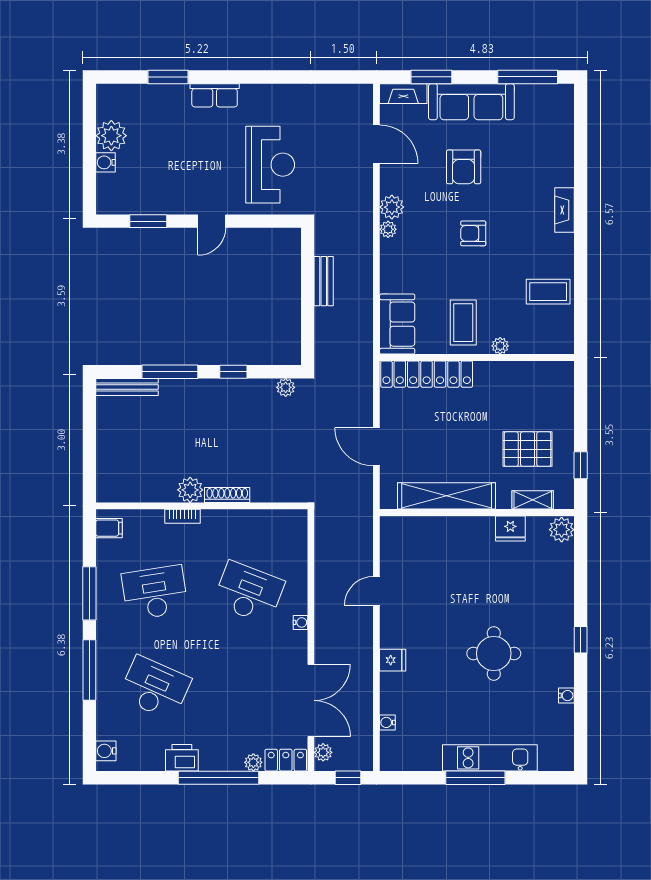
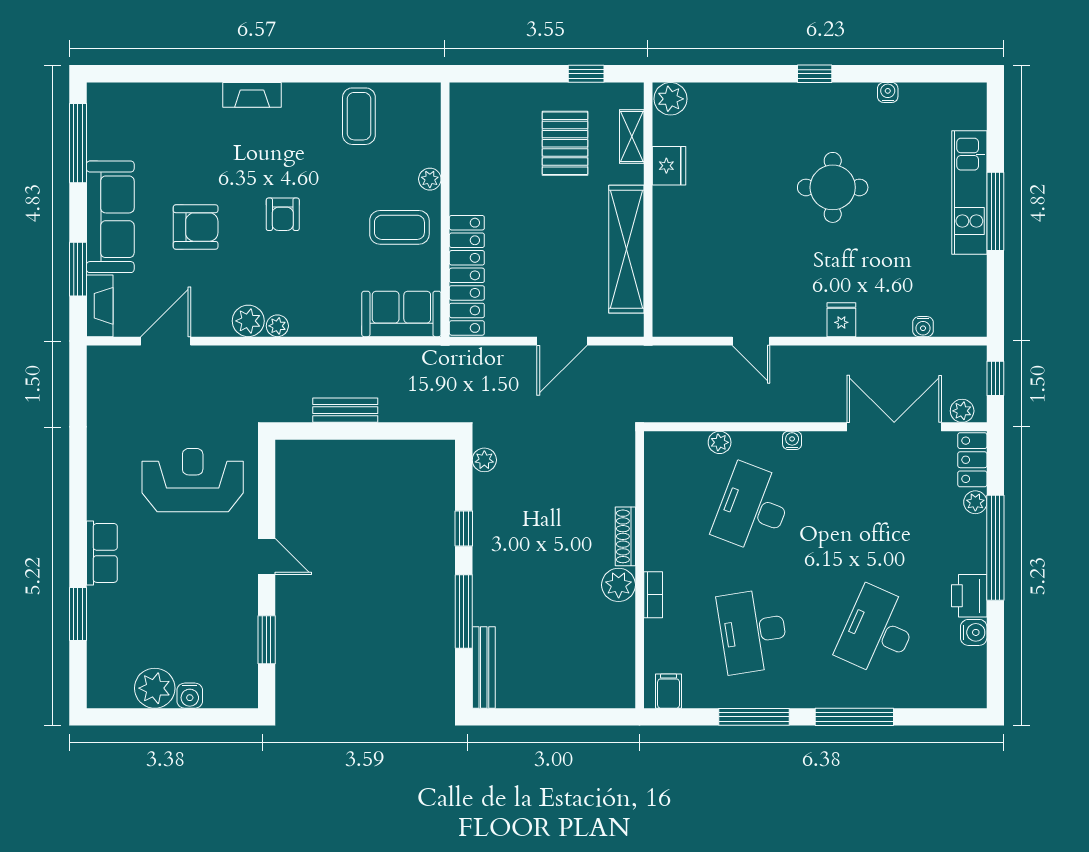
plant: (299, 567) -> (720, 442), added
water cooler: (106, 751) -> (974, 632), moved, turned -90

